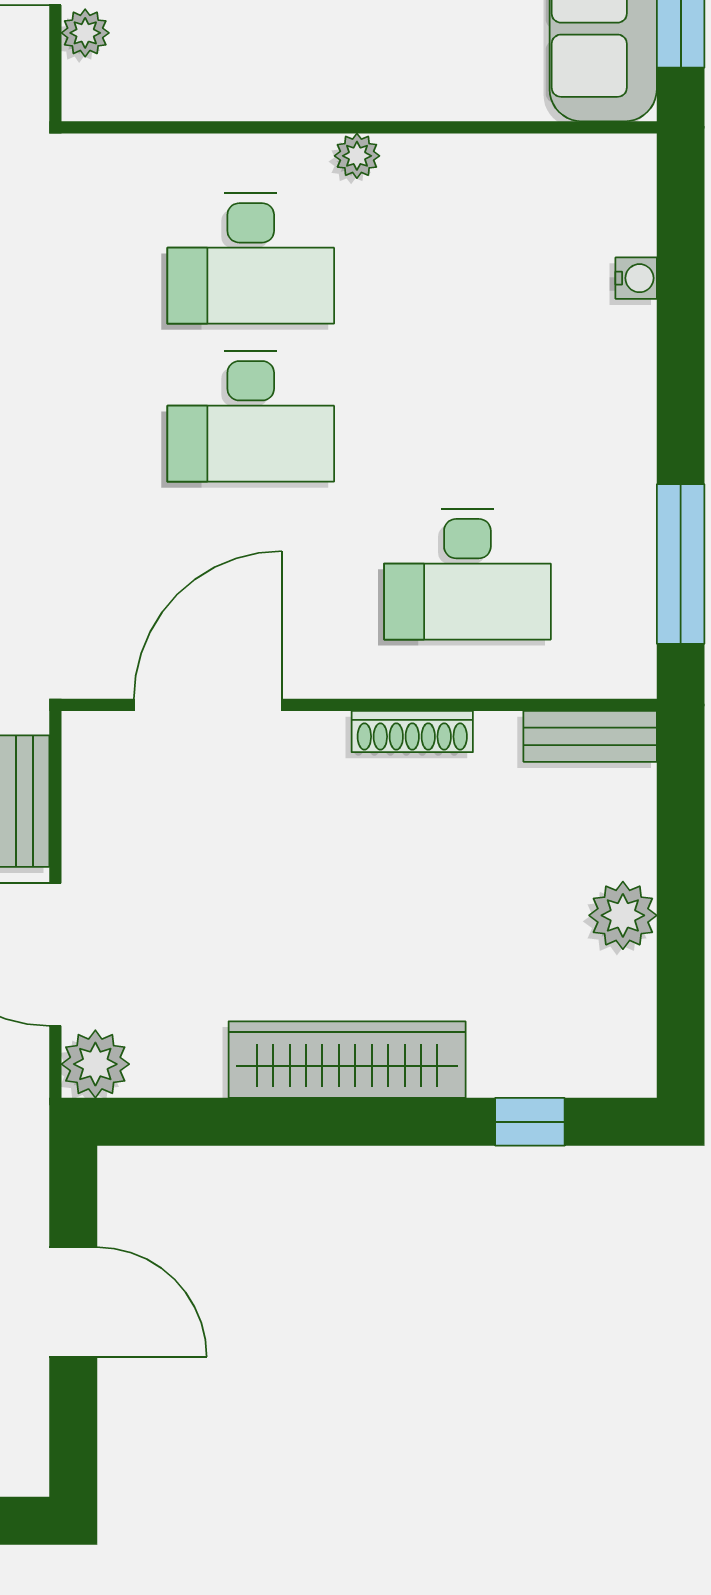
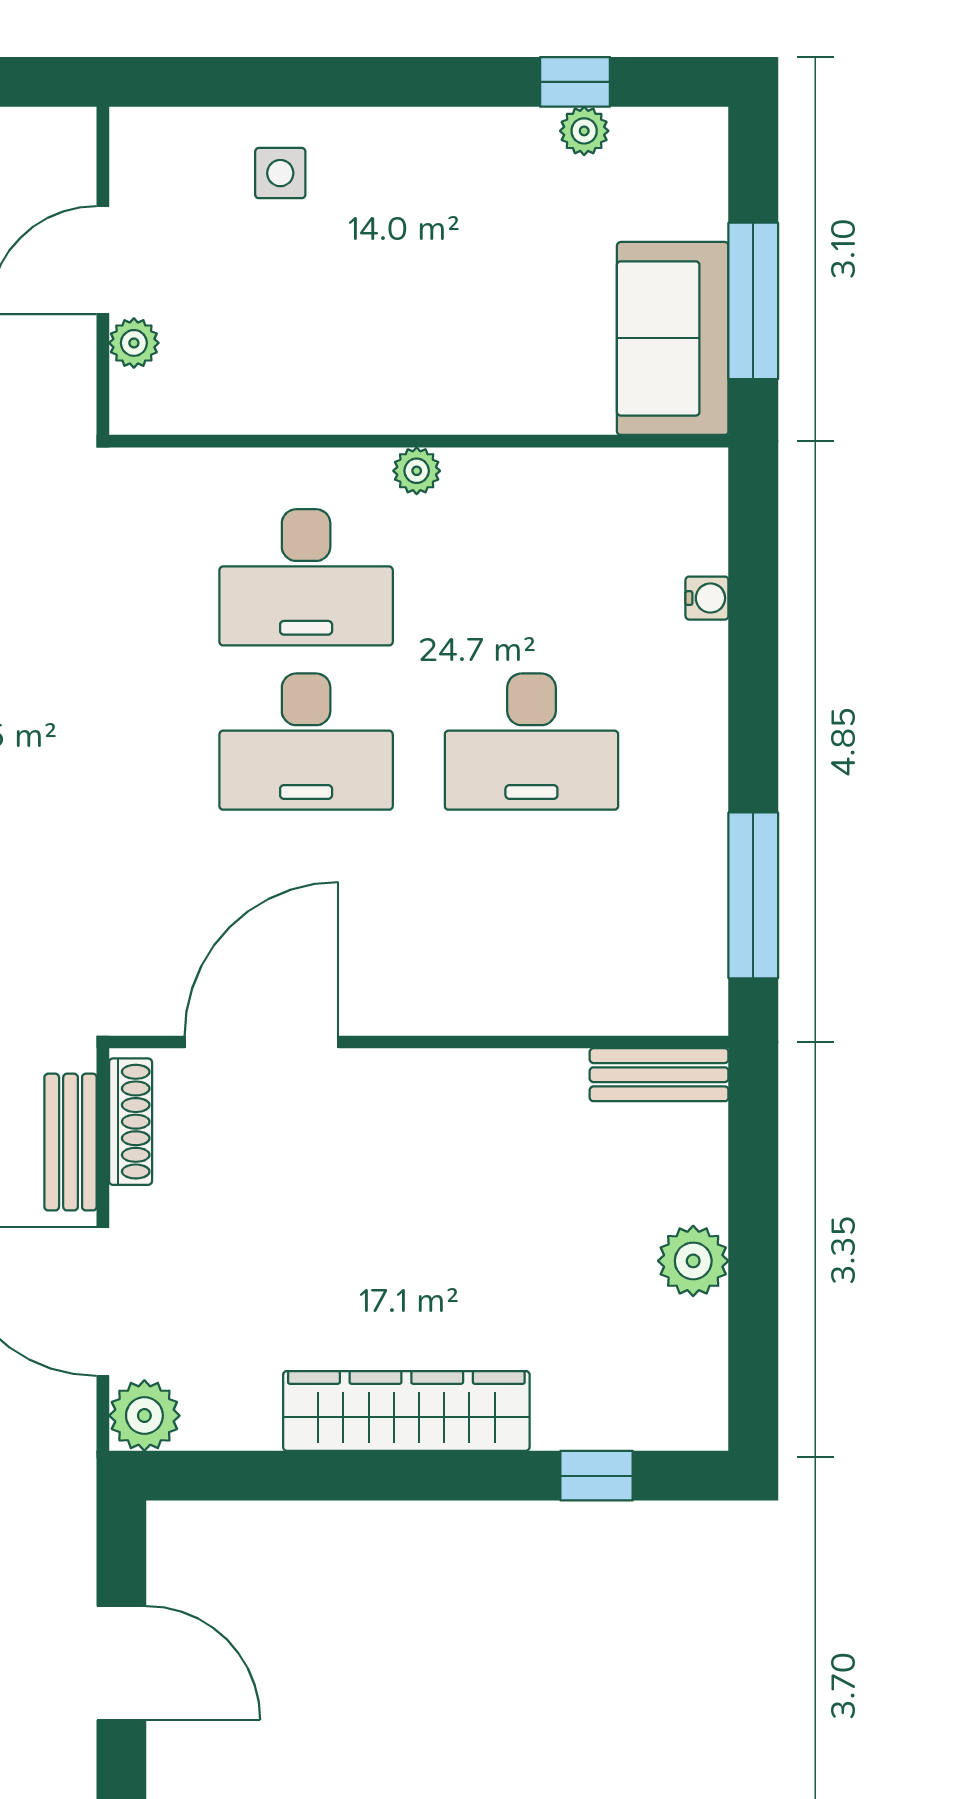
desk: (467, 574) -> (531, 742), moved
shoe rack: (412, 732) -> (131, 1122), moved, turned -90

